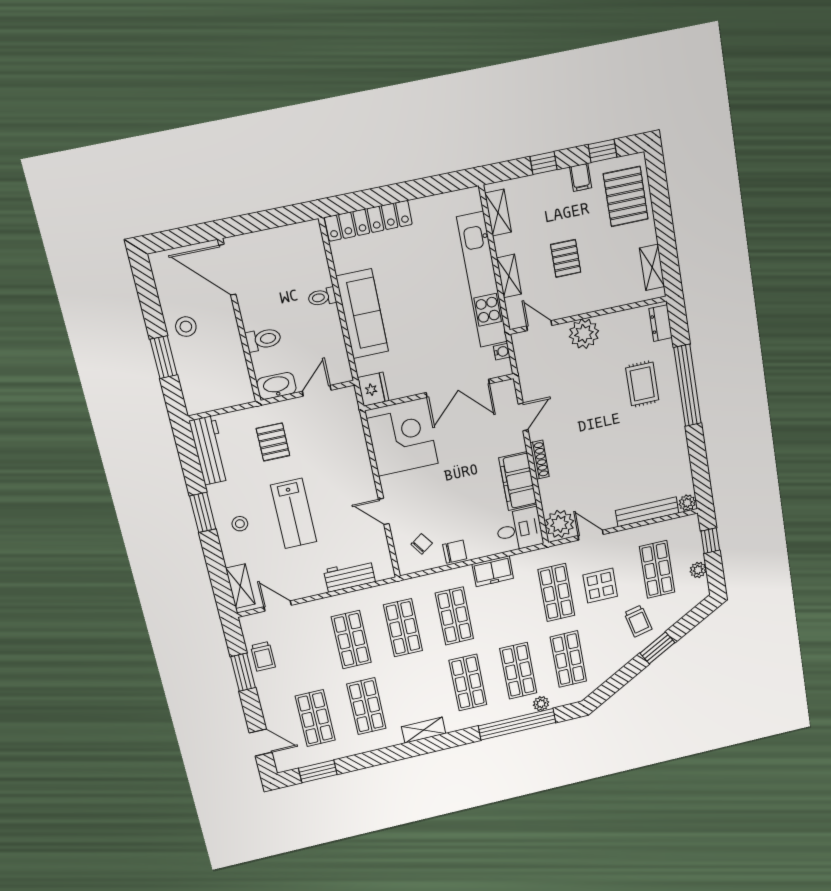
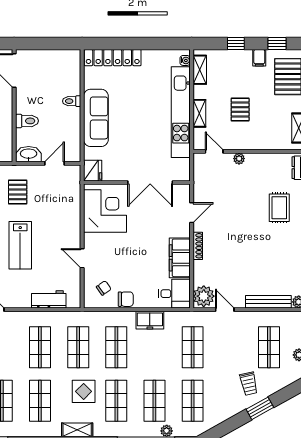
plant: (584, 334) -> (239, 159), width x0.53, depth x0.53
water cooler: (502, 352) -> (185, 60), moved
display table: (600, 586) -> (84, 391), moved

